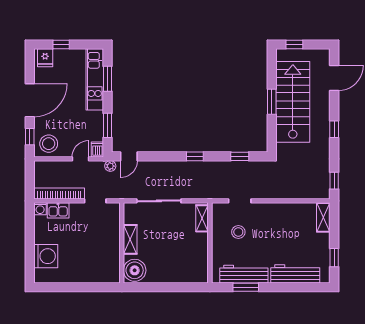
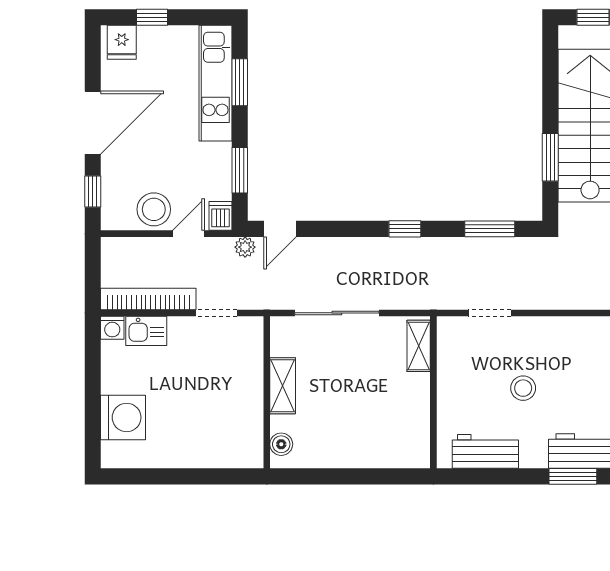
window: (272, 102) -> (550, 157), moved
stool: (49, 144) -> (154, 209), moved
window: (240, 156) -> (490, 229), width x1.50
stool: (238, 232) -> (523, 388), moved
boiler: (135, 270) -> (281, 444), width x0.54, depth x0.54
workbench: (244, 274) -> (485, 451), width x0.73
window: (246, 287) -> (573, 476), moved

